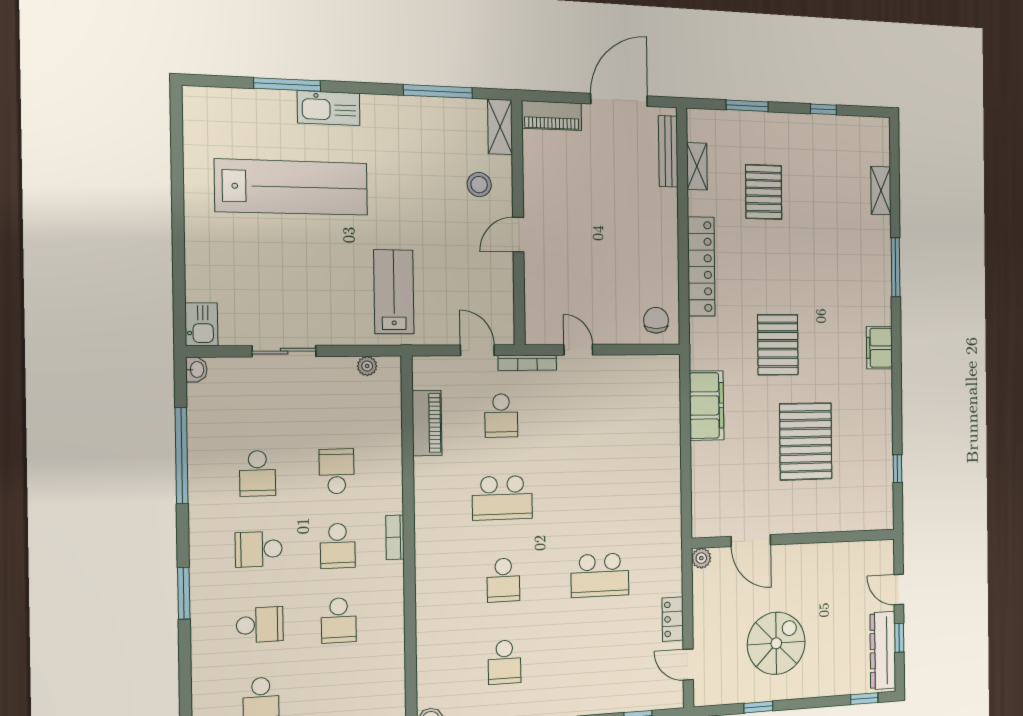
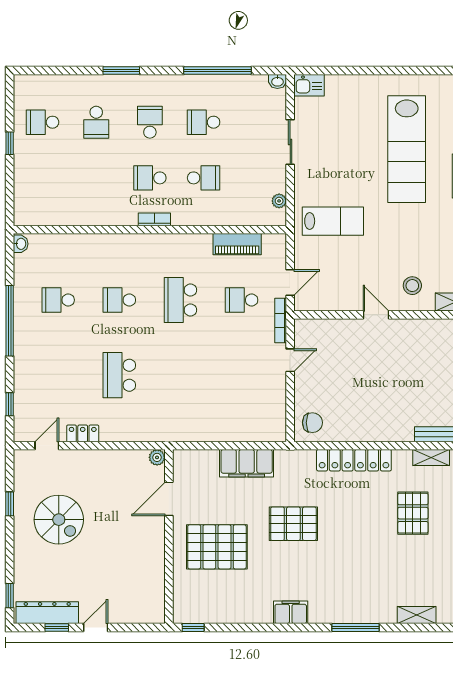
pallet: (764, 192) -> (413, 513), turned 90
wall: (795, 539) -> (169, 537), moved
door: (751, 541) -> (169, 499), moved
plant: (701, 558) -> (157, 457), moved
school desk: (339, 620) -> (96, 178), removed

